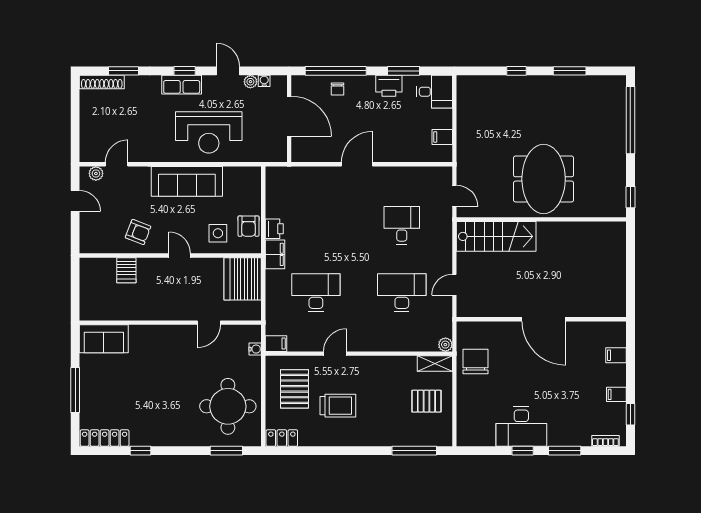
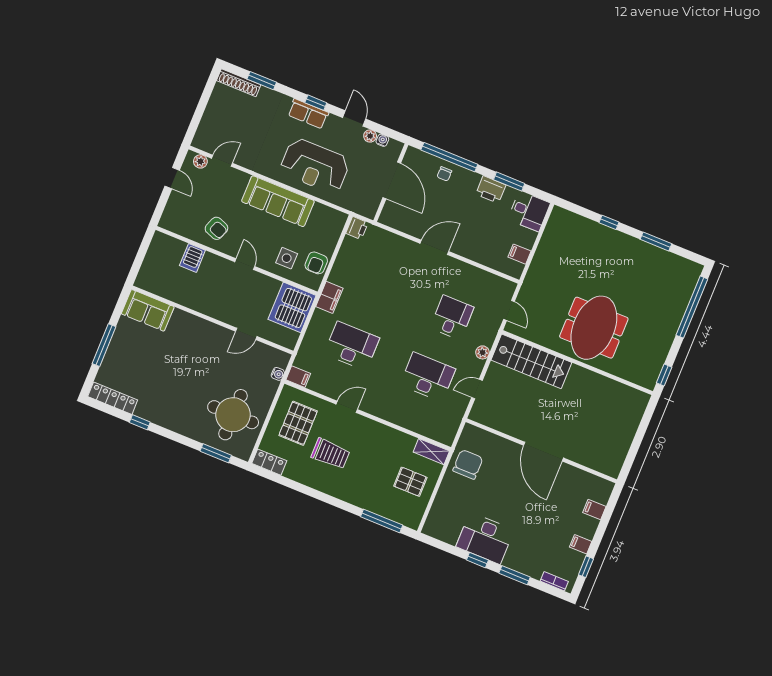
printer: (274, 229) -> (357, 228), moved
plant: (445, 345) -> (482, 352), moved

